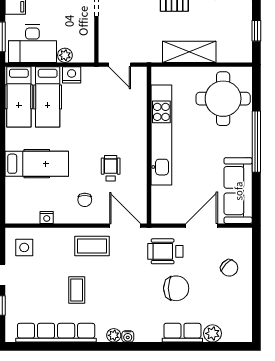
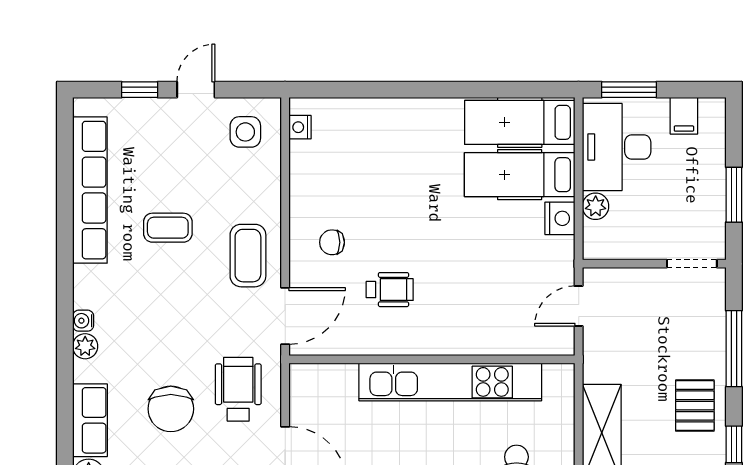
hospital bed: (37, 164) -> (398, 155), removed
nightstand: (47, 217) -> (300, 127), moved
plant: (114, 335) -> (85, 346), moved

